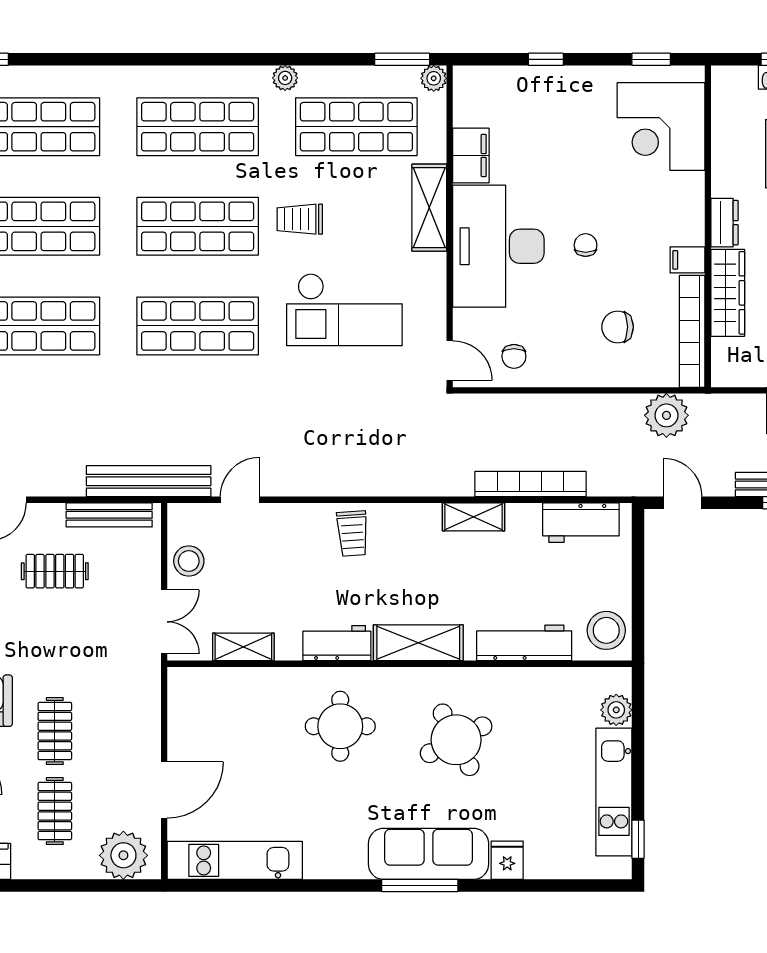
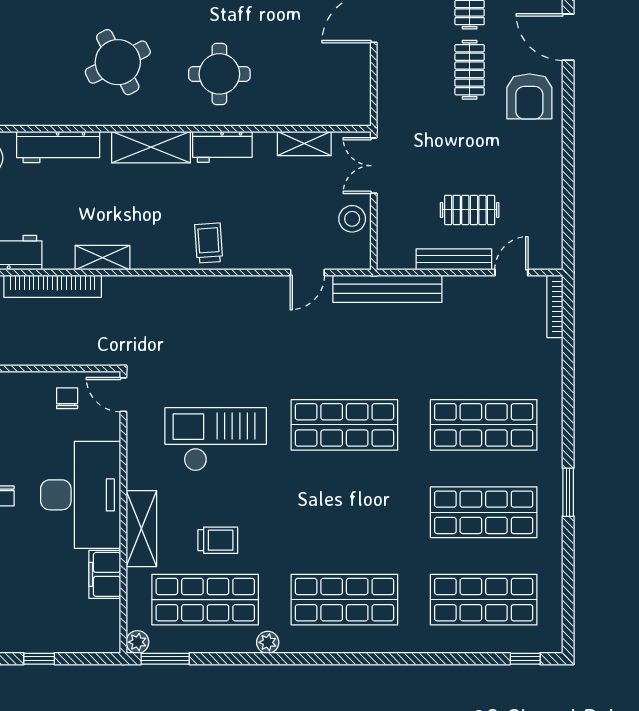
trolley: (300, 219) -> (218, 540), moved
shop shelf: (198, 226) -> (344, 512), removed
bench: (109, 515) -> (454, 259), moved

